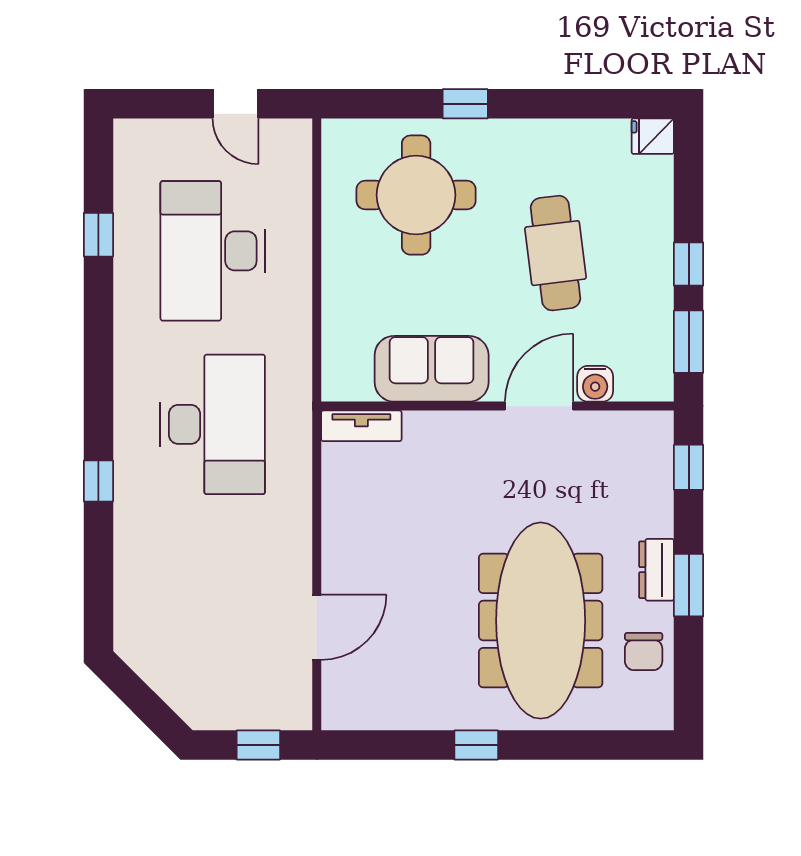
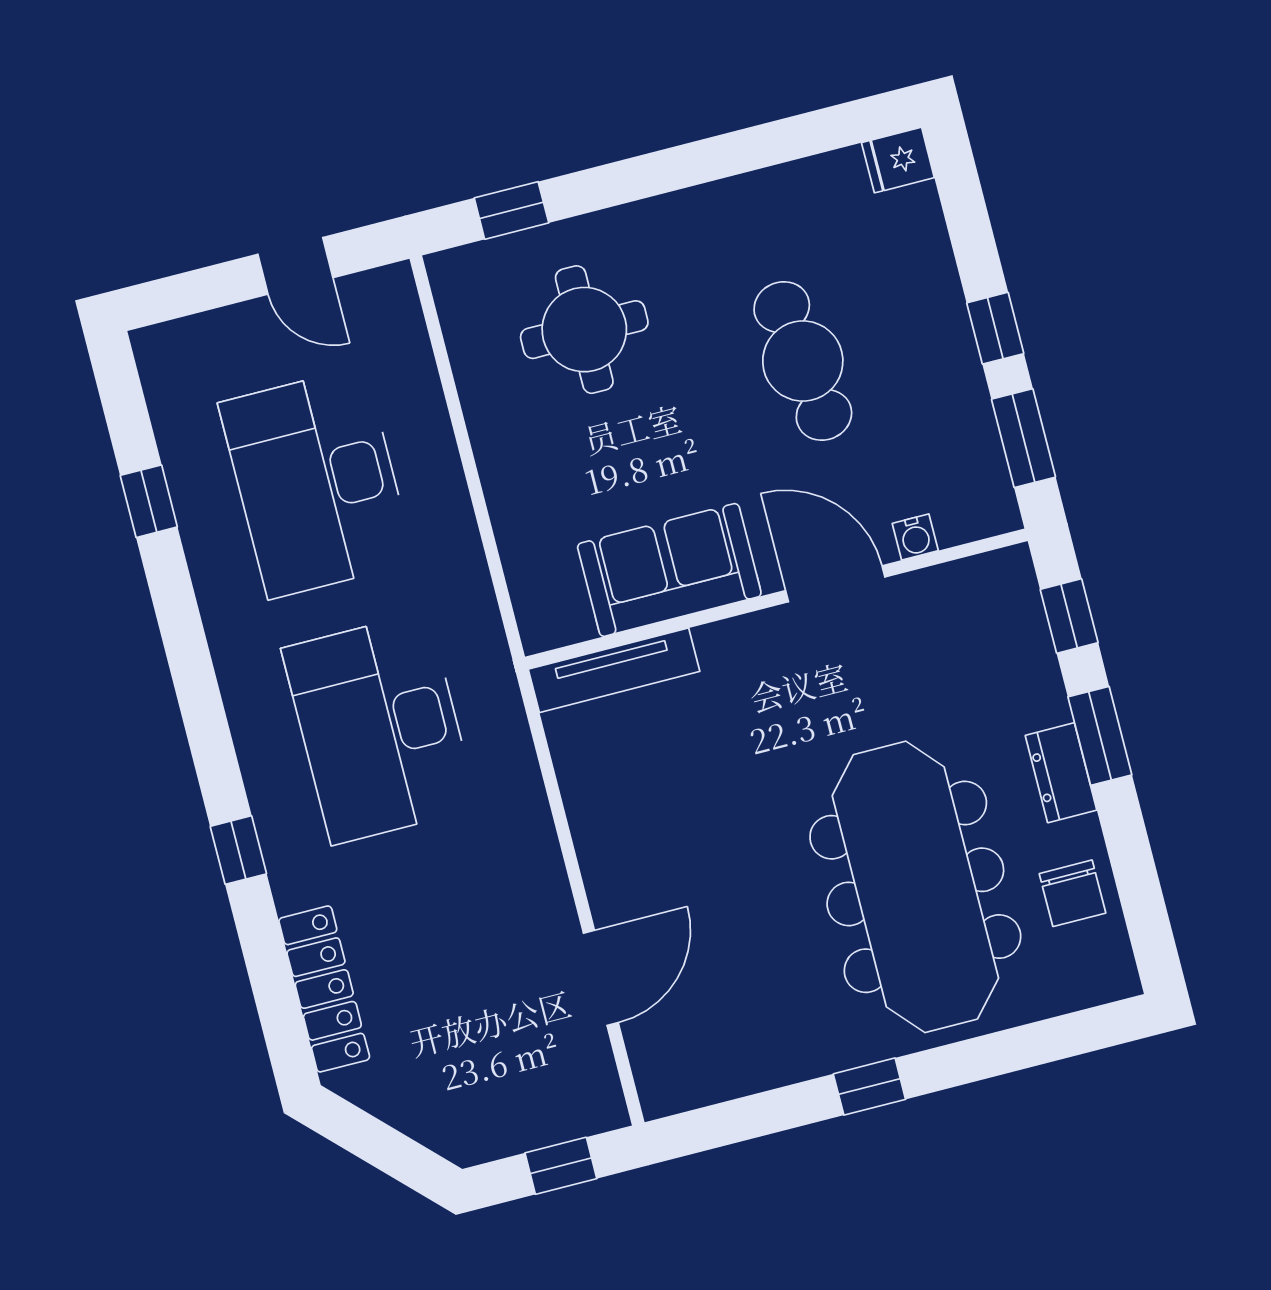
window: (465, 104) -> (511, 210), moved
round table: (416, 195) -> (584, 330), width x0.73, depth x0.73
water cooler: (595, 384) -> (915, 537), width x0.72, depth x0.72
door: (539, 406) -> (835, 584), hinge flipped
desk: (213, 424) -> (380, 728), turned 180
tv unit: (361, 426) -> (614, 670), width x1.41
window: (689, 585) -> (1100, 736), moved
locker: (132, 588) -> (324, 989), added

